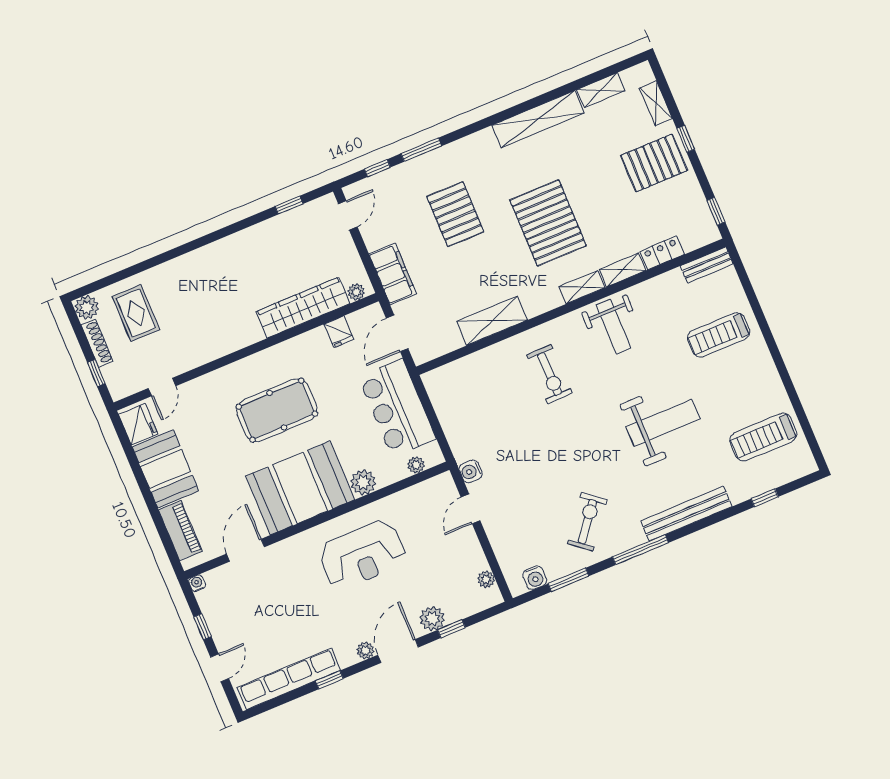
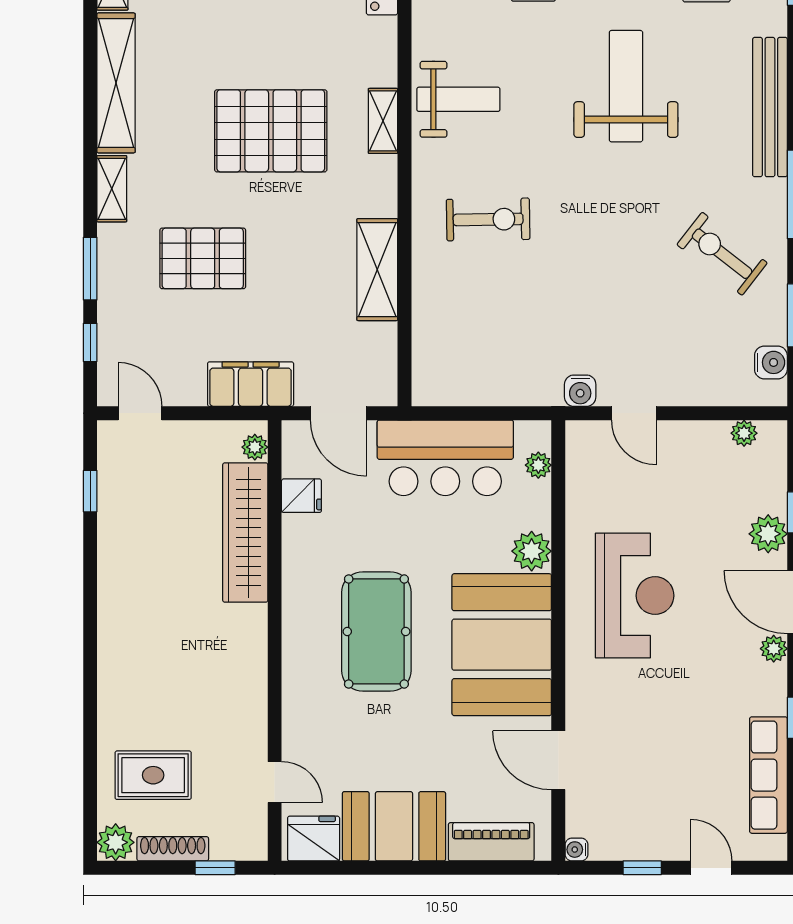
shelving: (623, 270) -> (112, 189), moved
row of seats: (289, 679) -> (768, 775), width x0.73

